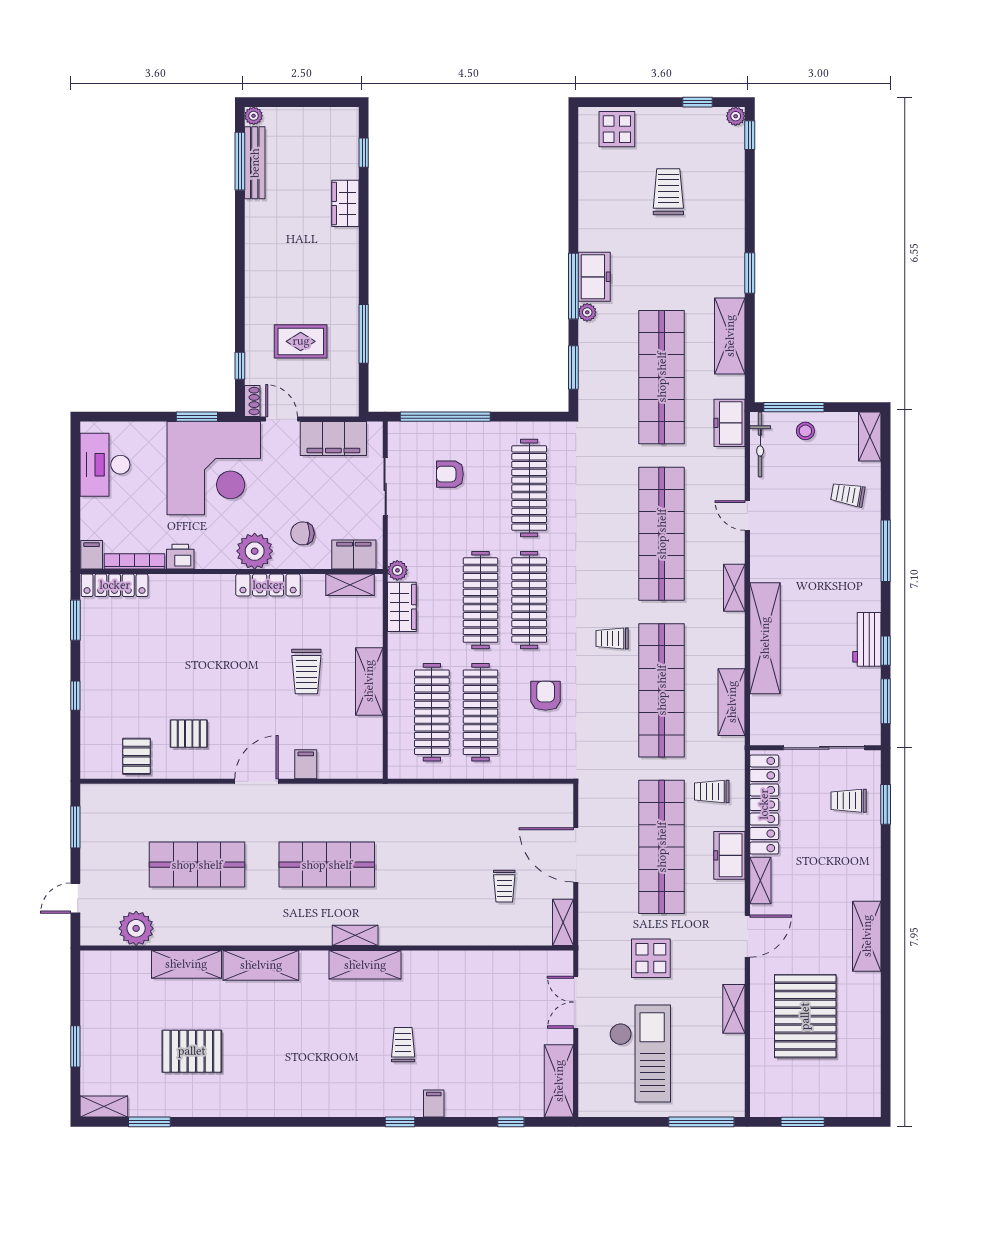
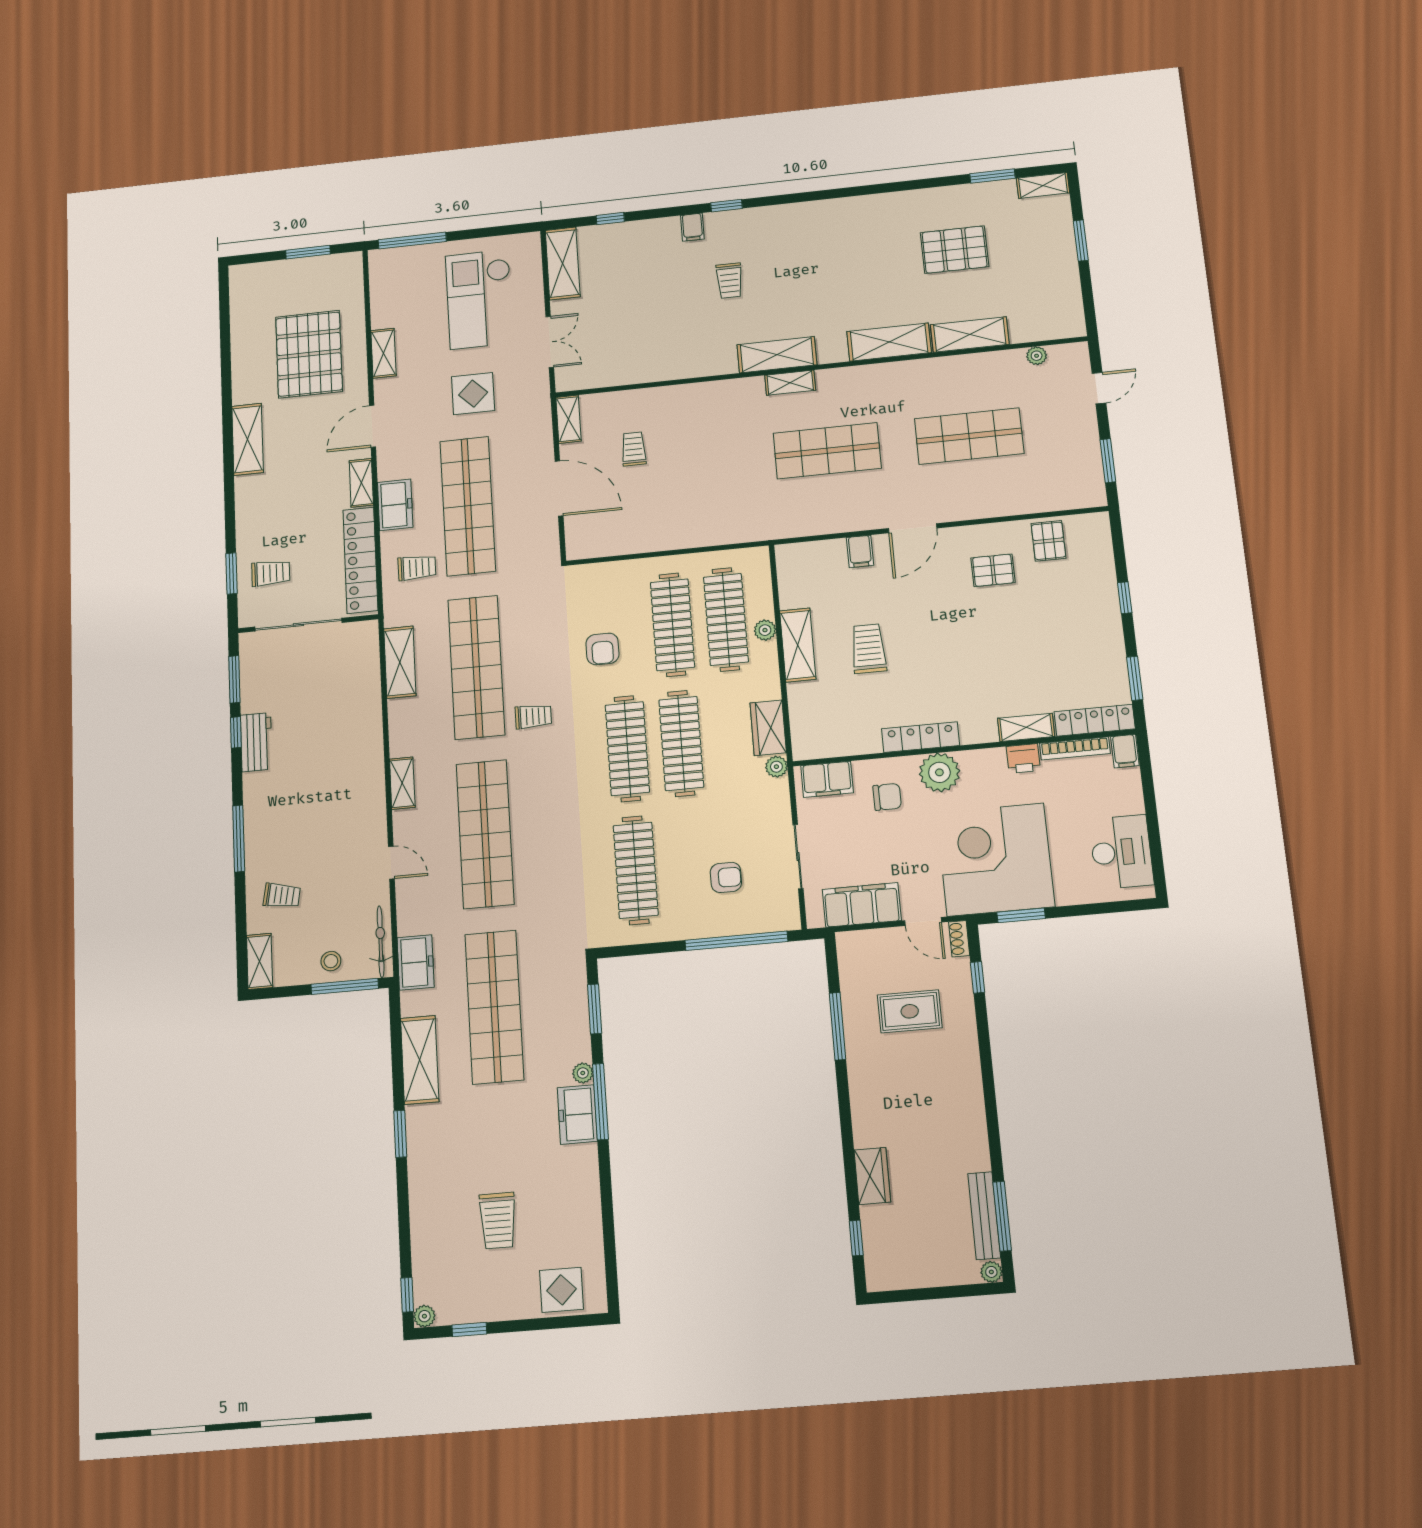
shelving: (350, 585) -> (1026, 727), moved
shelving: (765, 638) -> (367, 733), removed
plant: (397, 698) -> (765, 630), added
plant: (136, 928) -> (1037, 356), width x0.53, depth x0.53

